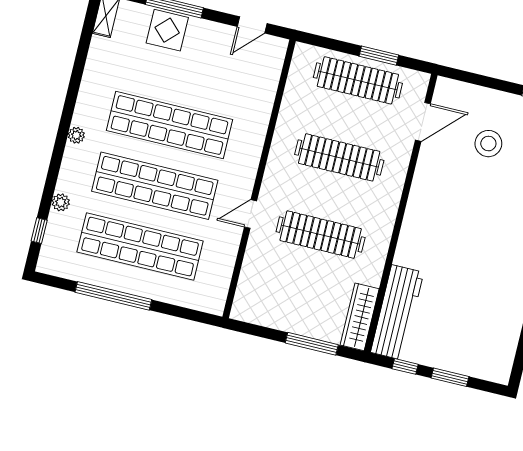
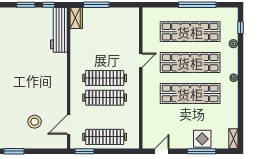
window: (379, 56) -> (85, 151), moved
clothes rail: (321, 235) -> (105, 78), moved
wardrobe: (360, 317) -> (76, 18), width x0.67

